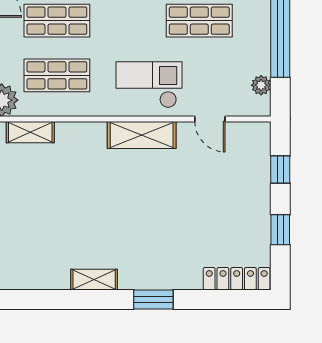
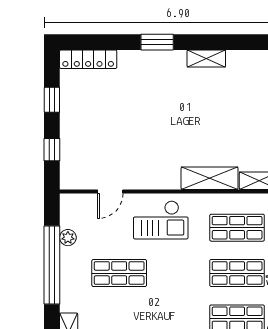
plant: (261, 85) -> (68, 238), moved
door: (210, 119) -> (110, 191), swing flipped
shelving: (142, 135) -> (210, 178), moved

